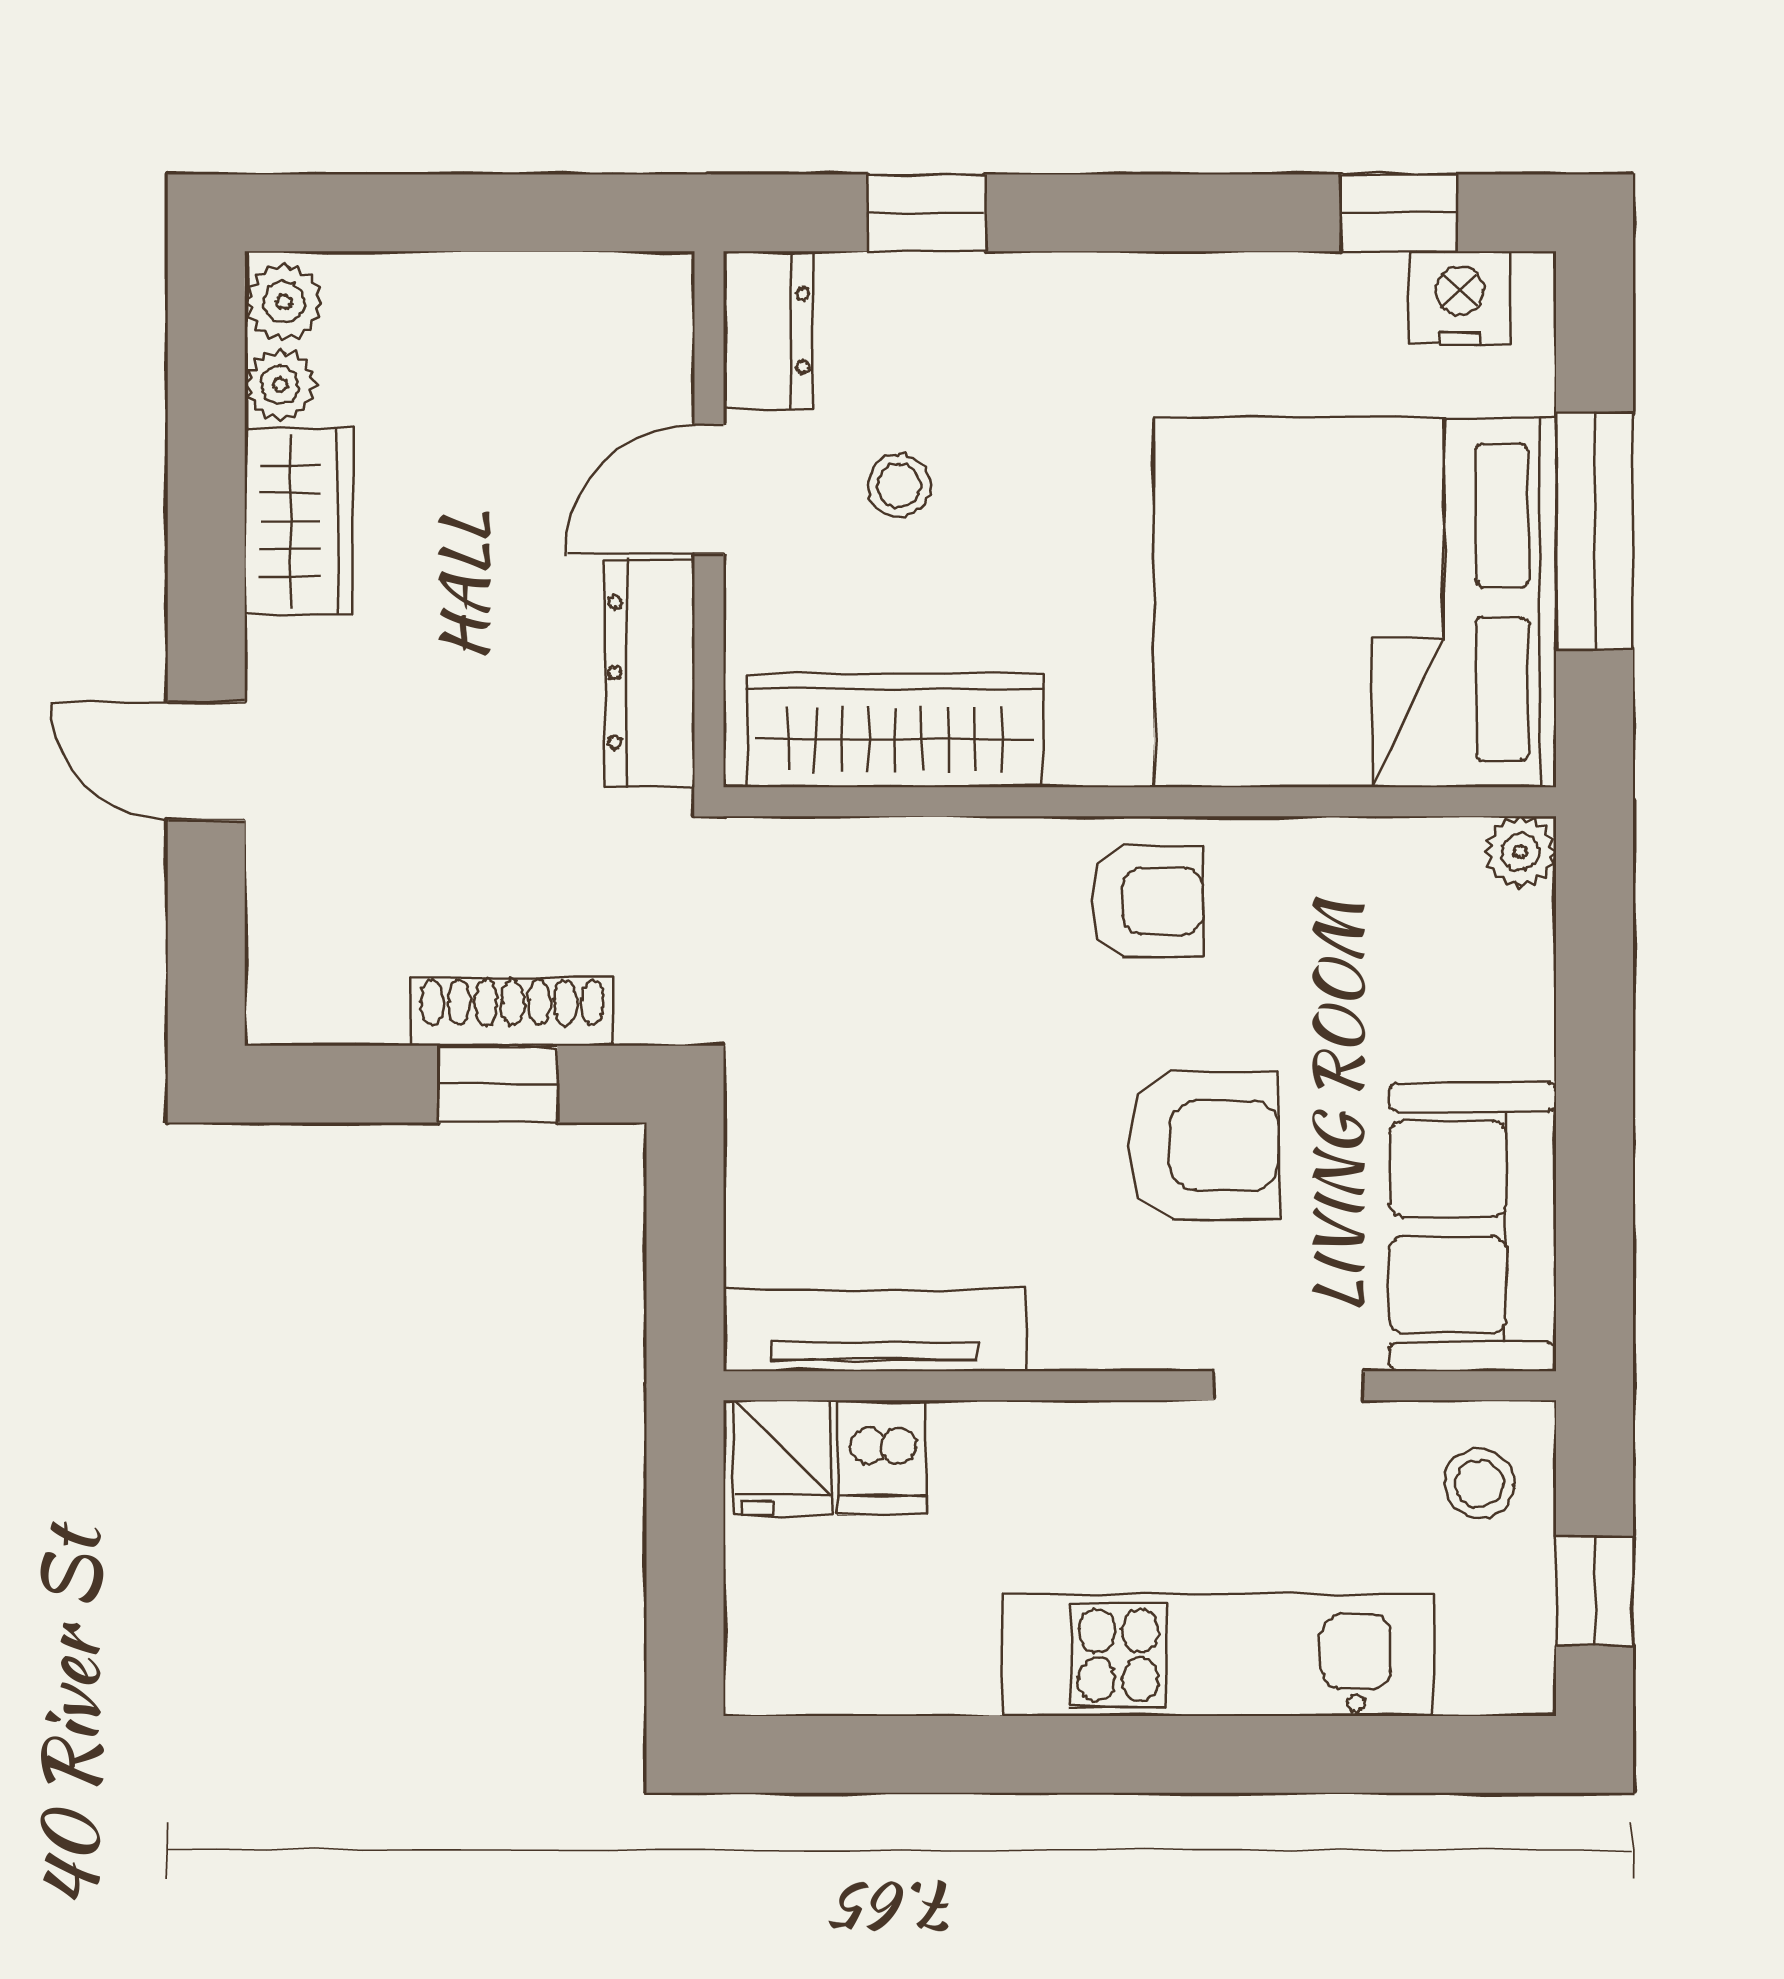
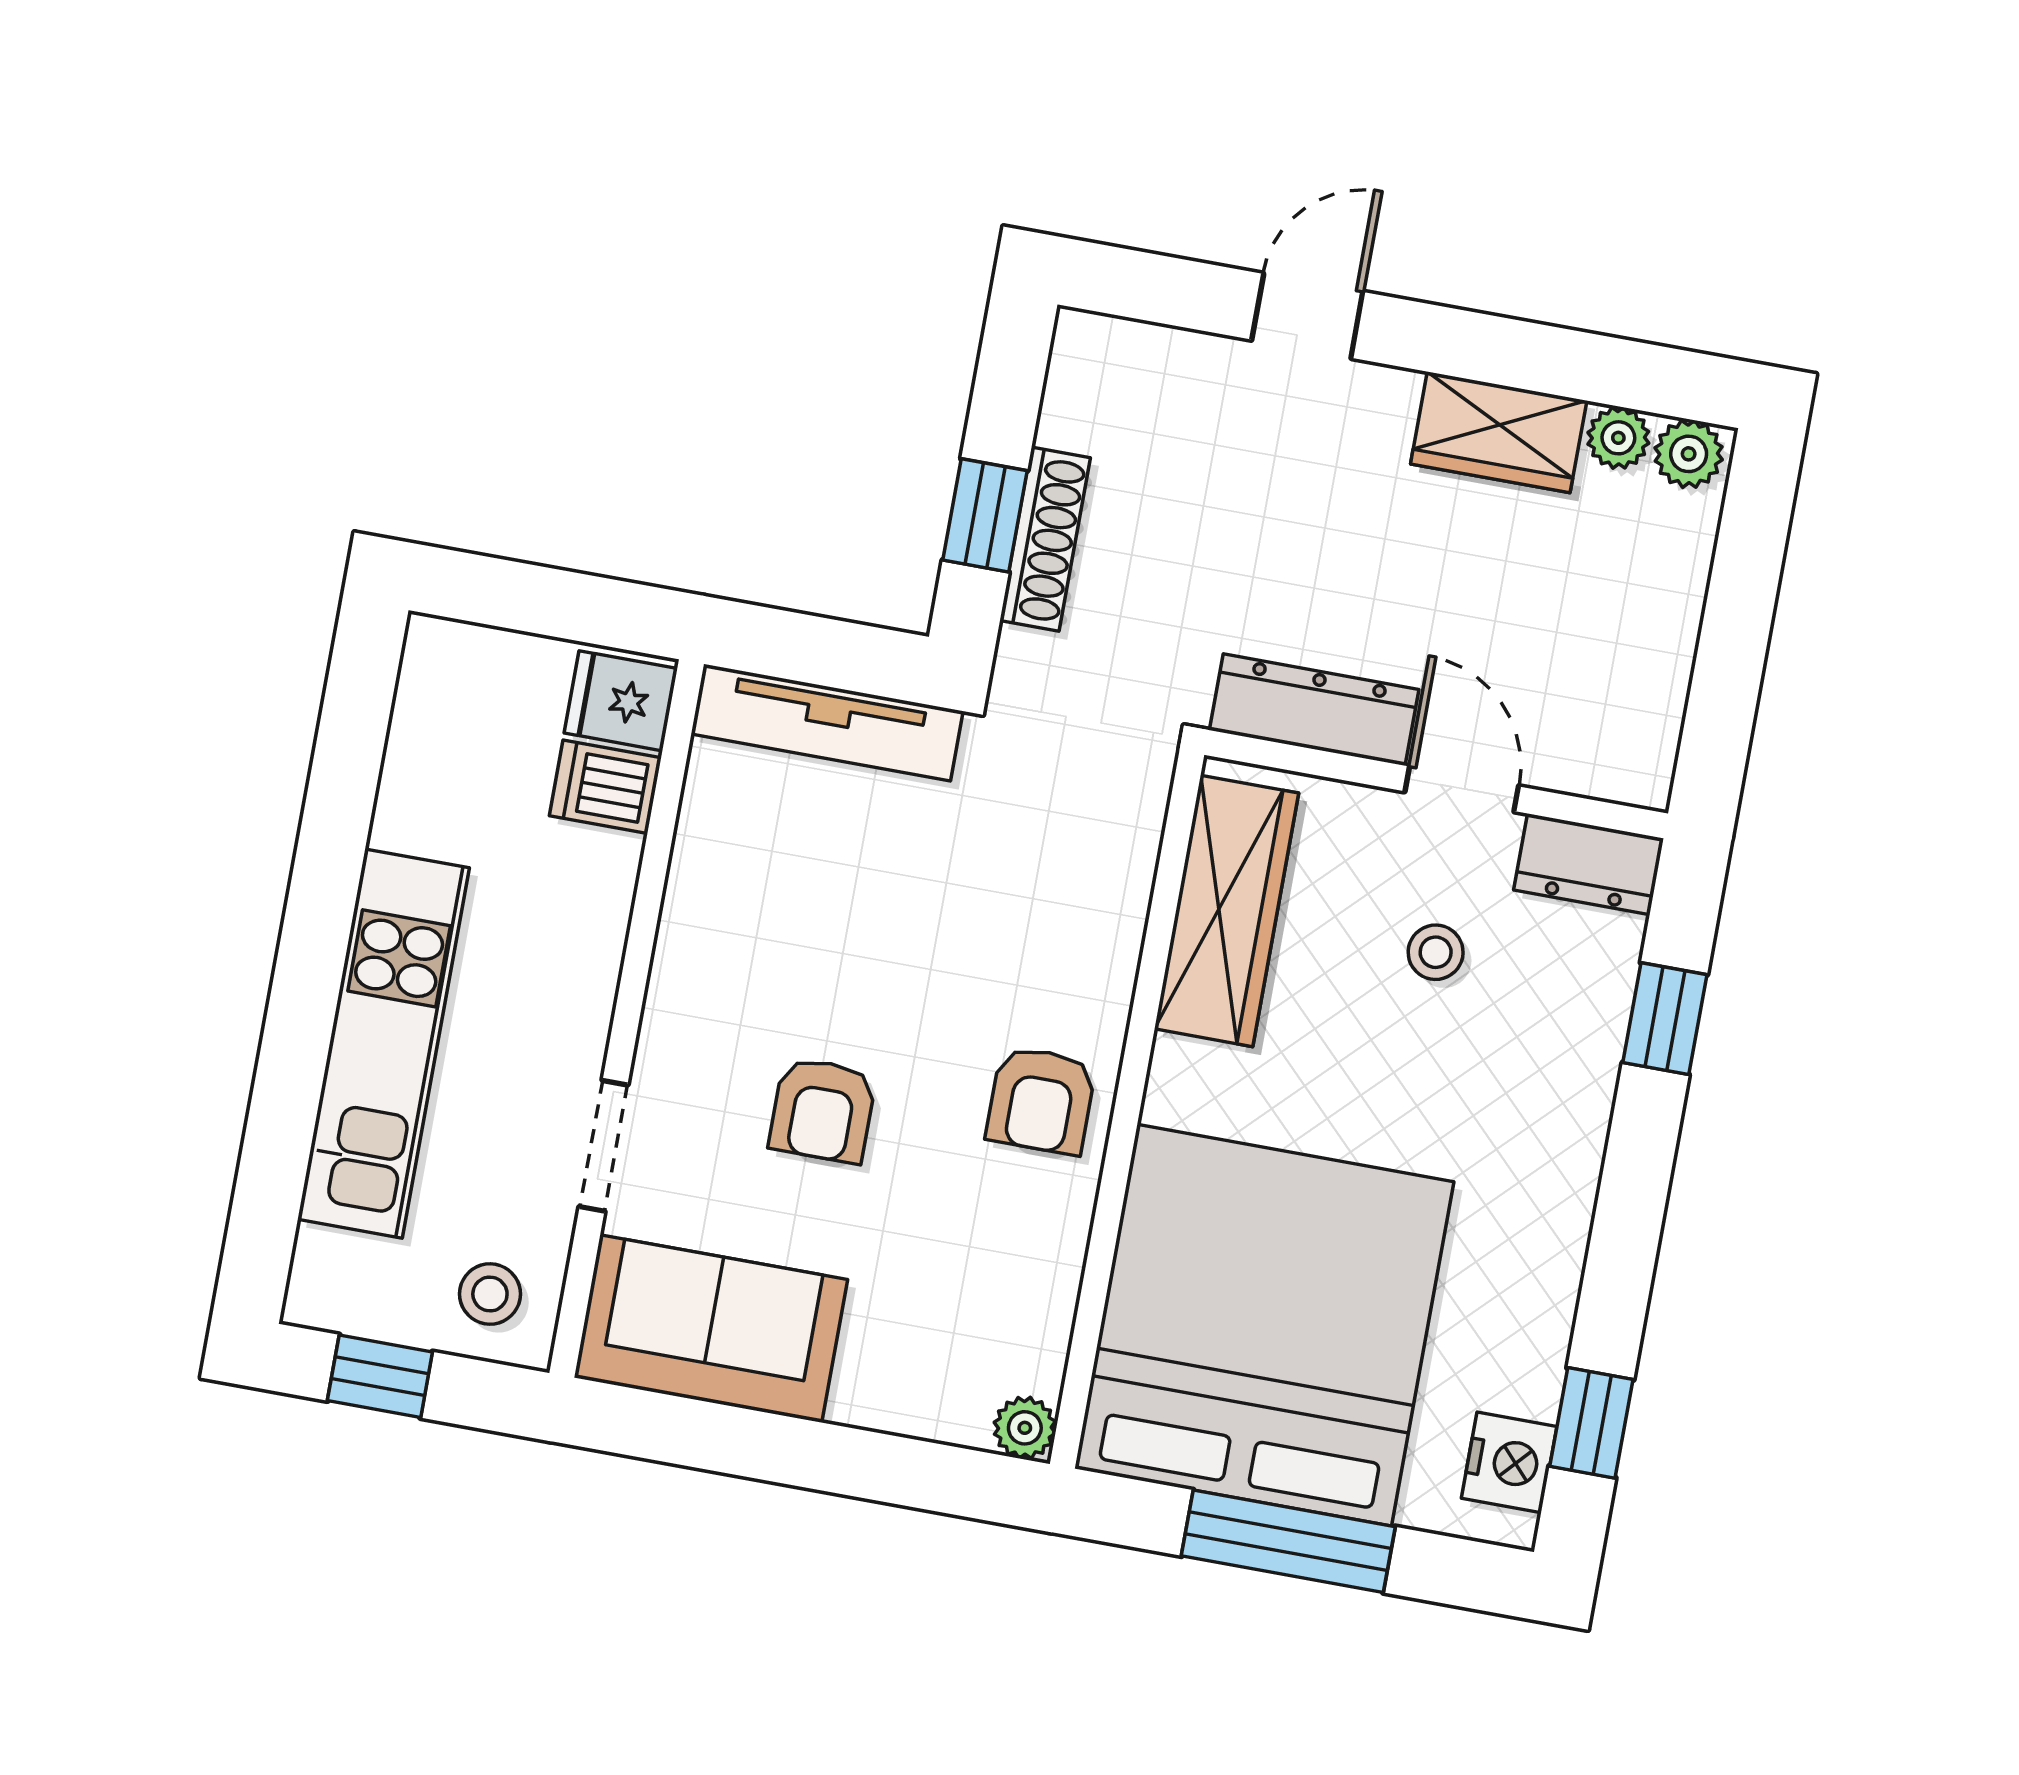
armchair: (1203, 1146) -> (823, 1110), width x0.72, depth x0.72
tv unit: (875, 1330) -> (827, 723), moved, turned 90

